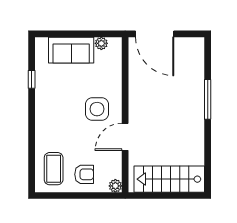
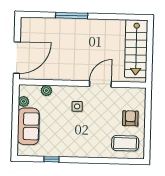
side table: (97, 109) -> (77, 106), width x0.54, depth x0.54
door: (125, 137) -> (100, 84), swing flipped
plant: (115, 186) -> (46, 90), moved

